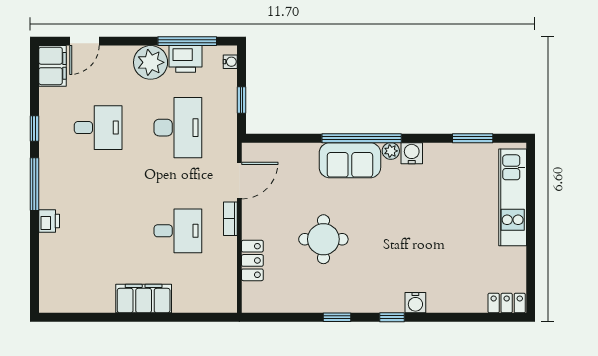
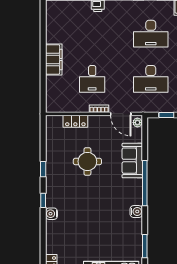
desk: (98, 128) -> (151, 34), width x1.37
plant: (391, 151) -> (137, 123), moved
sofa: (350, 160) -> (132, 161), moved

